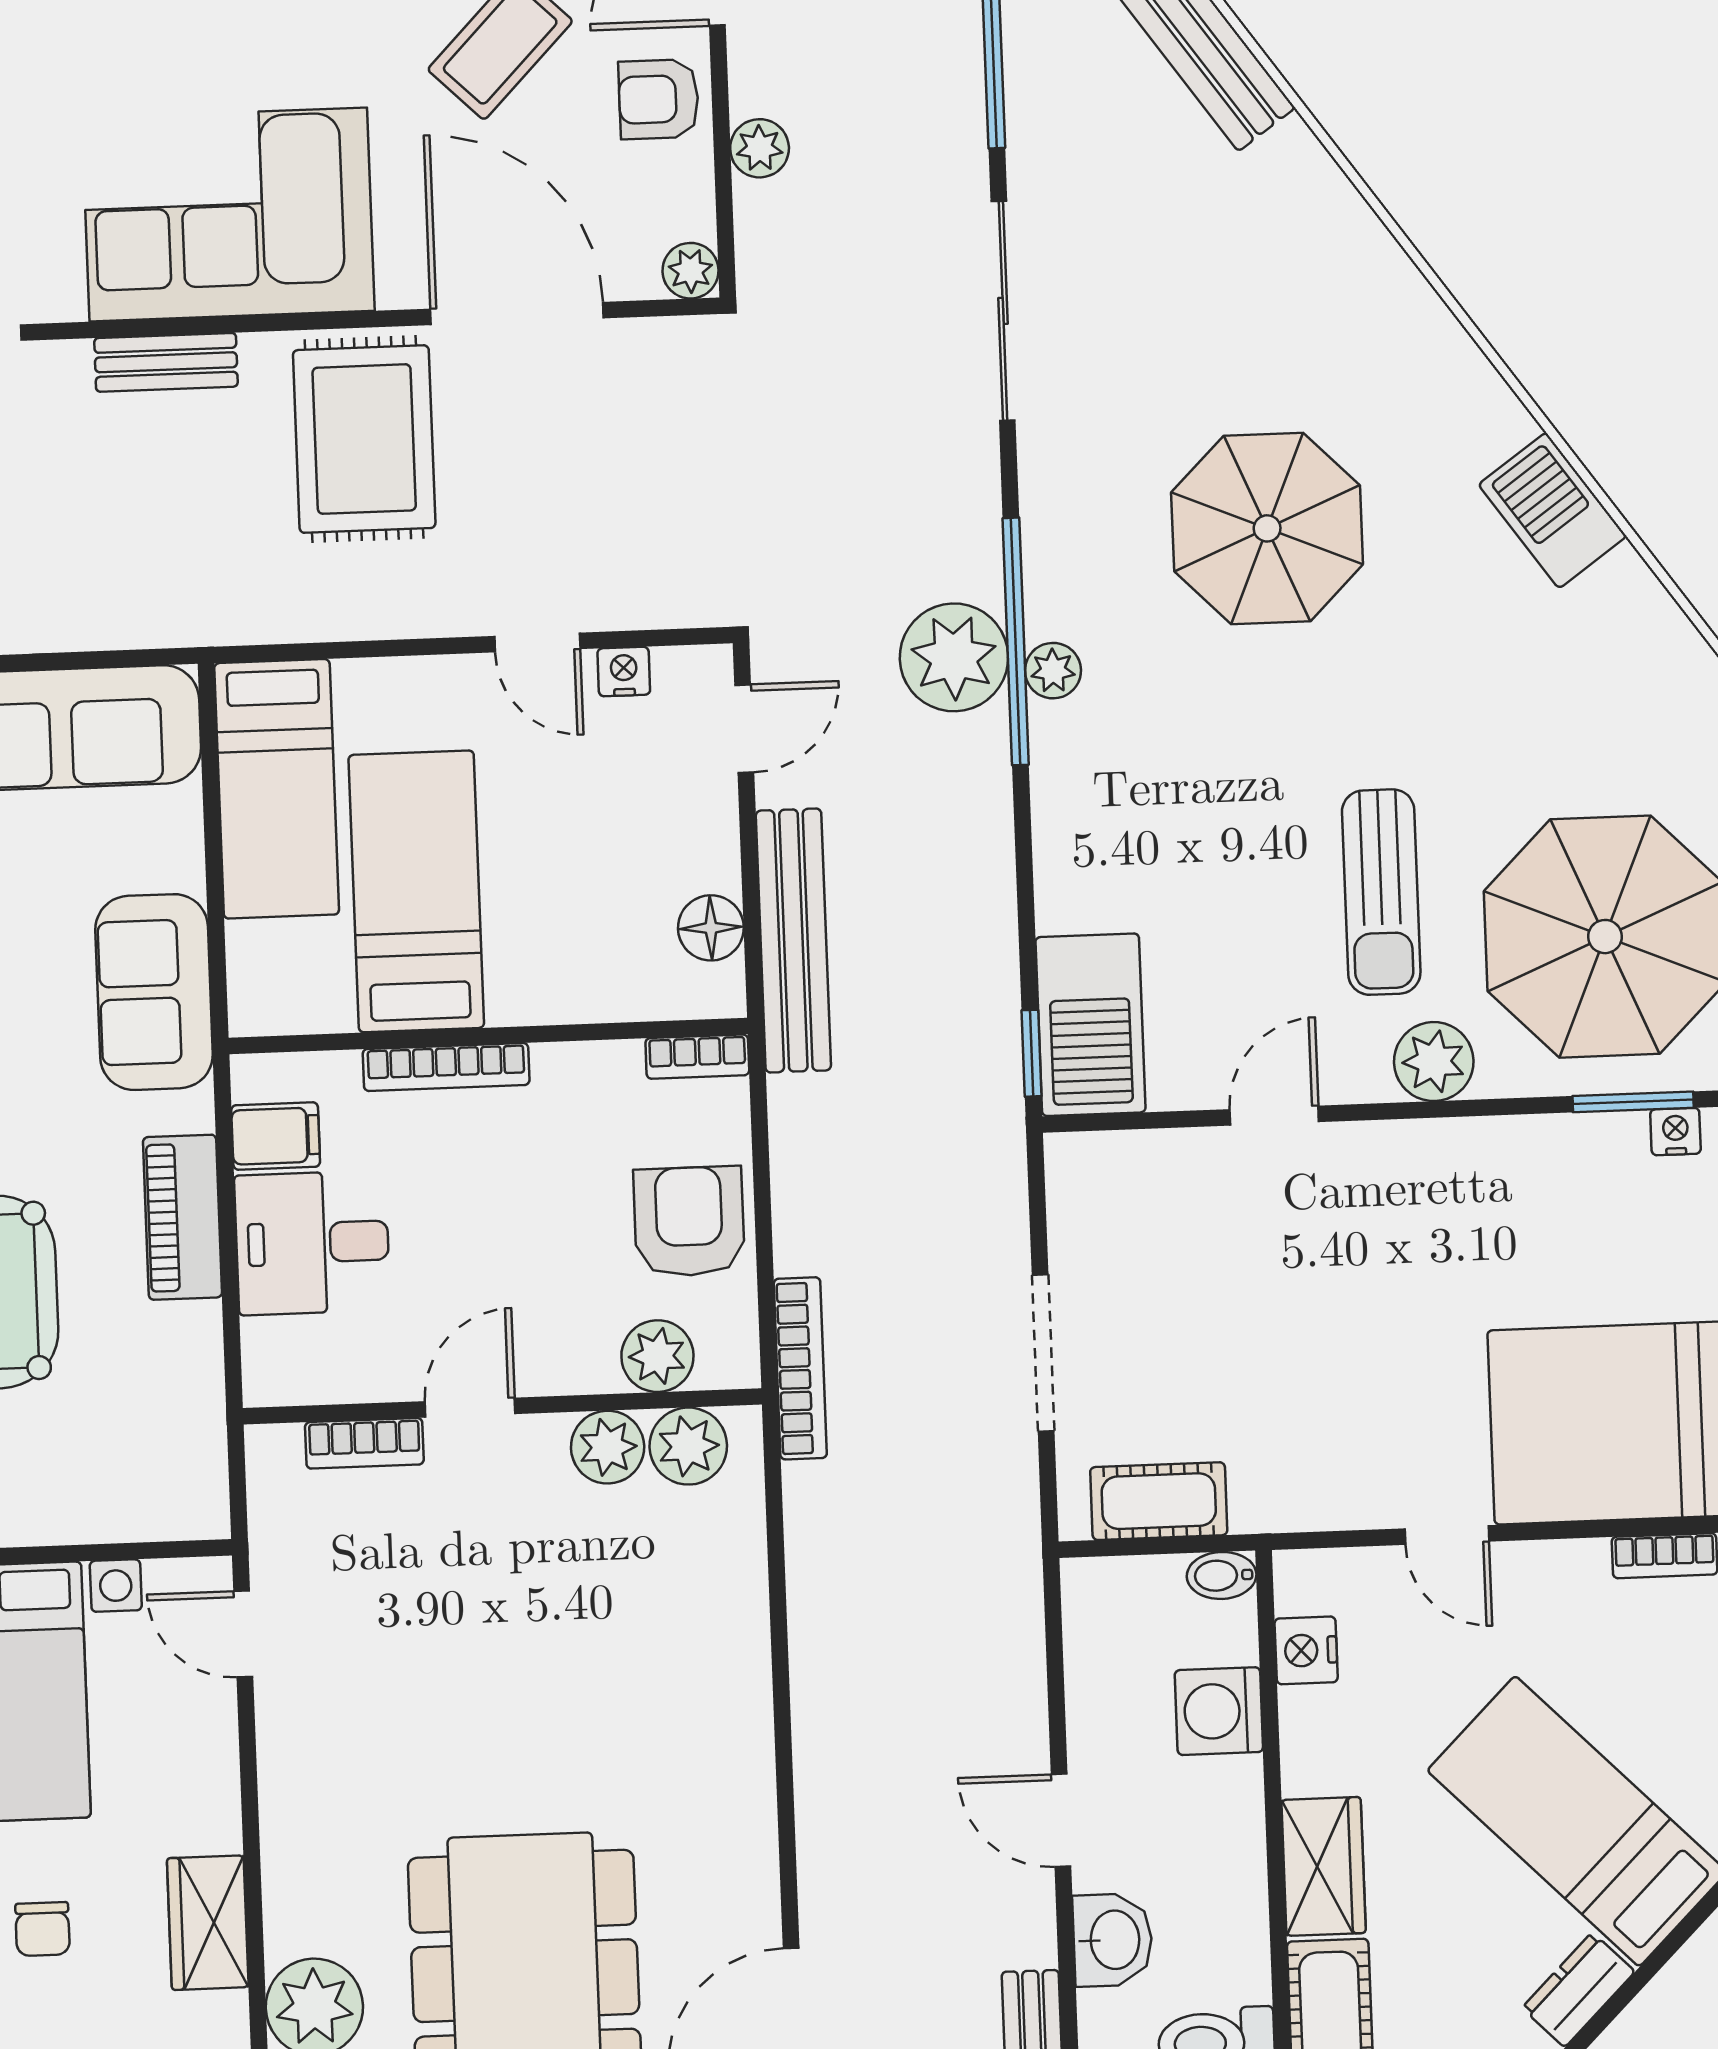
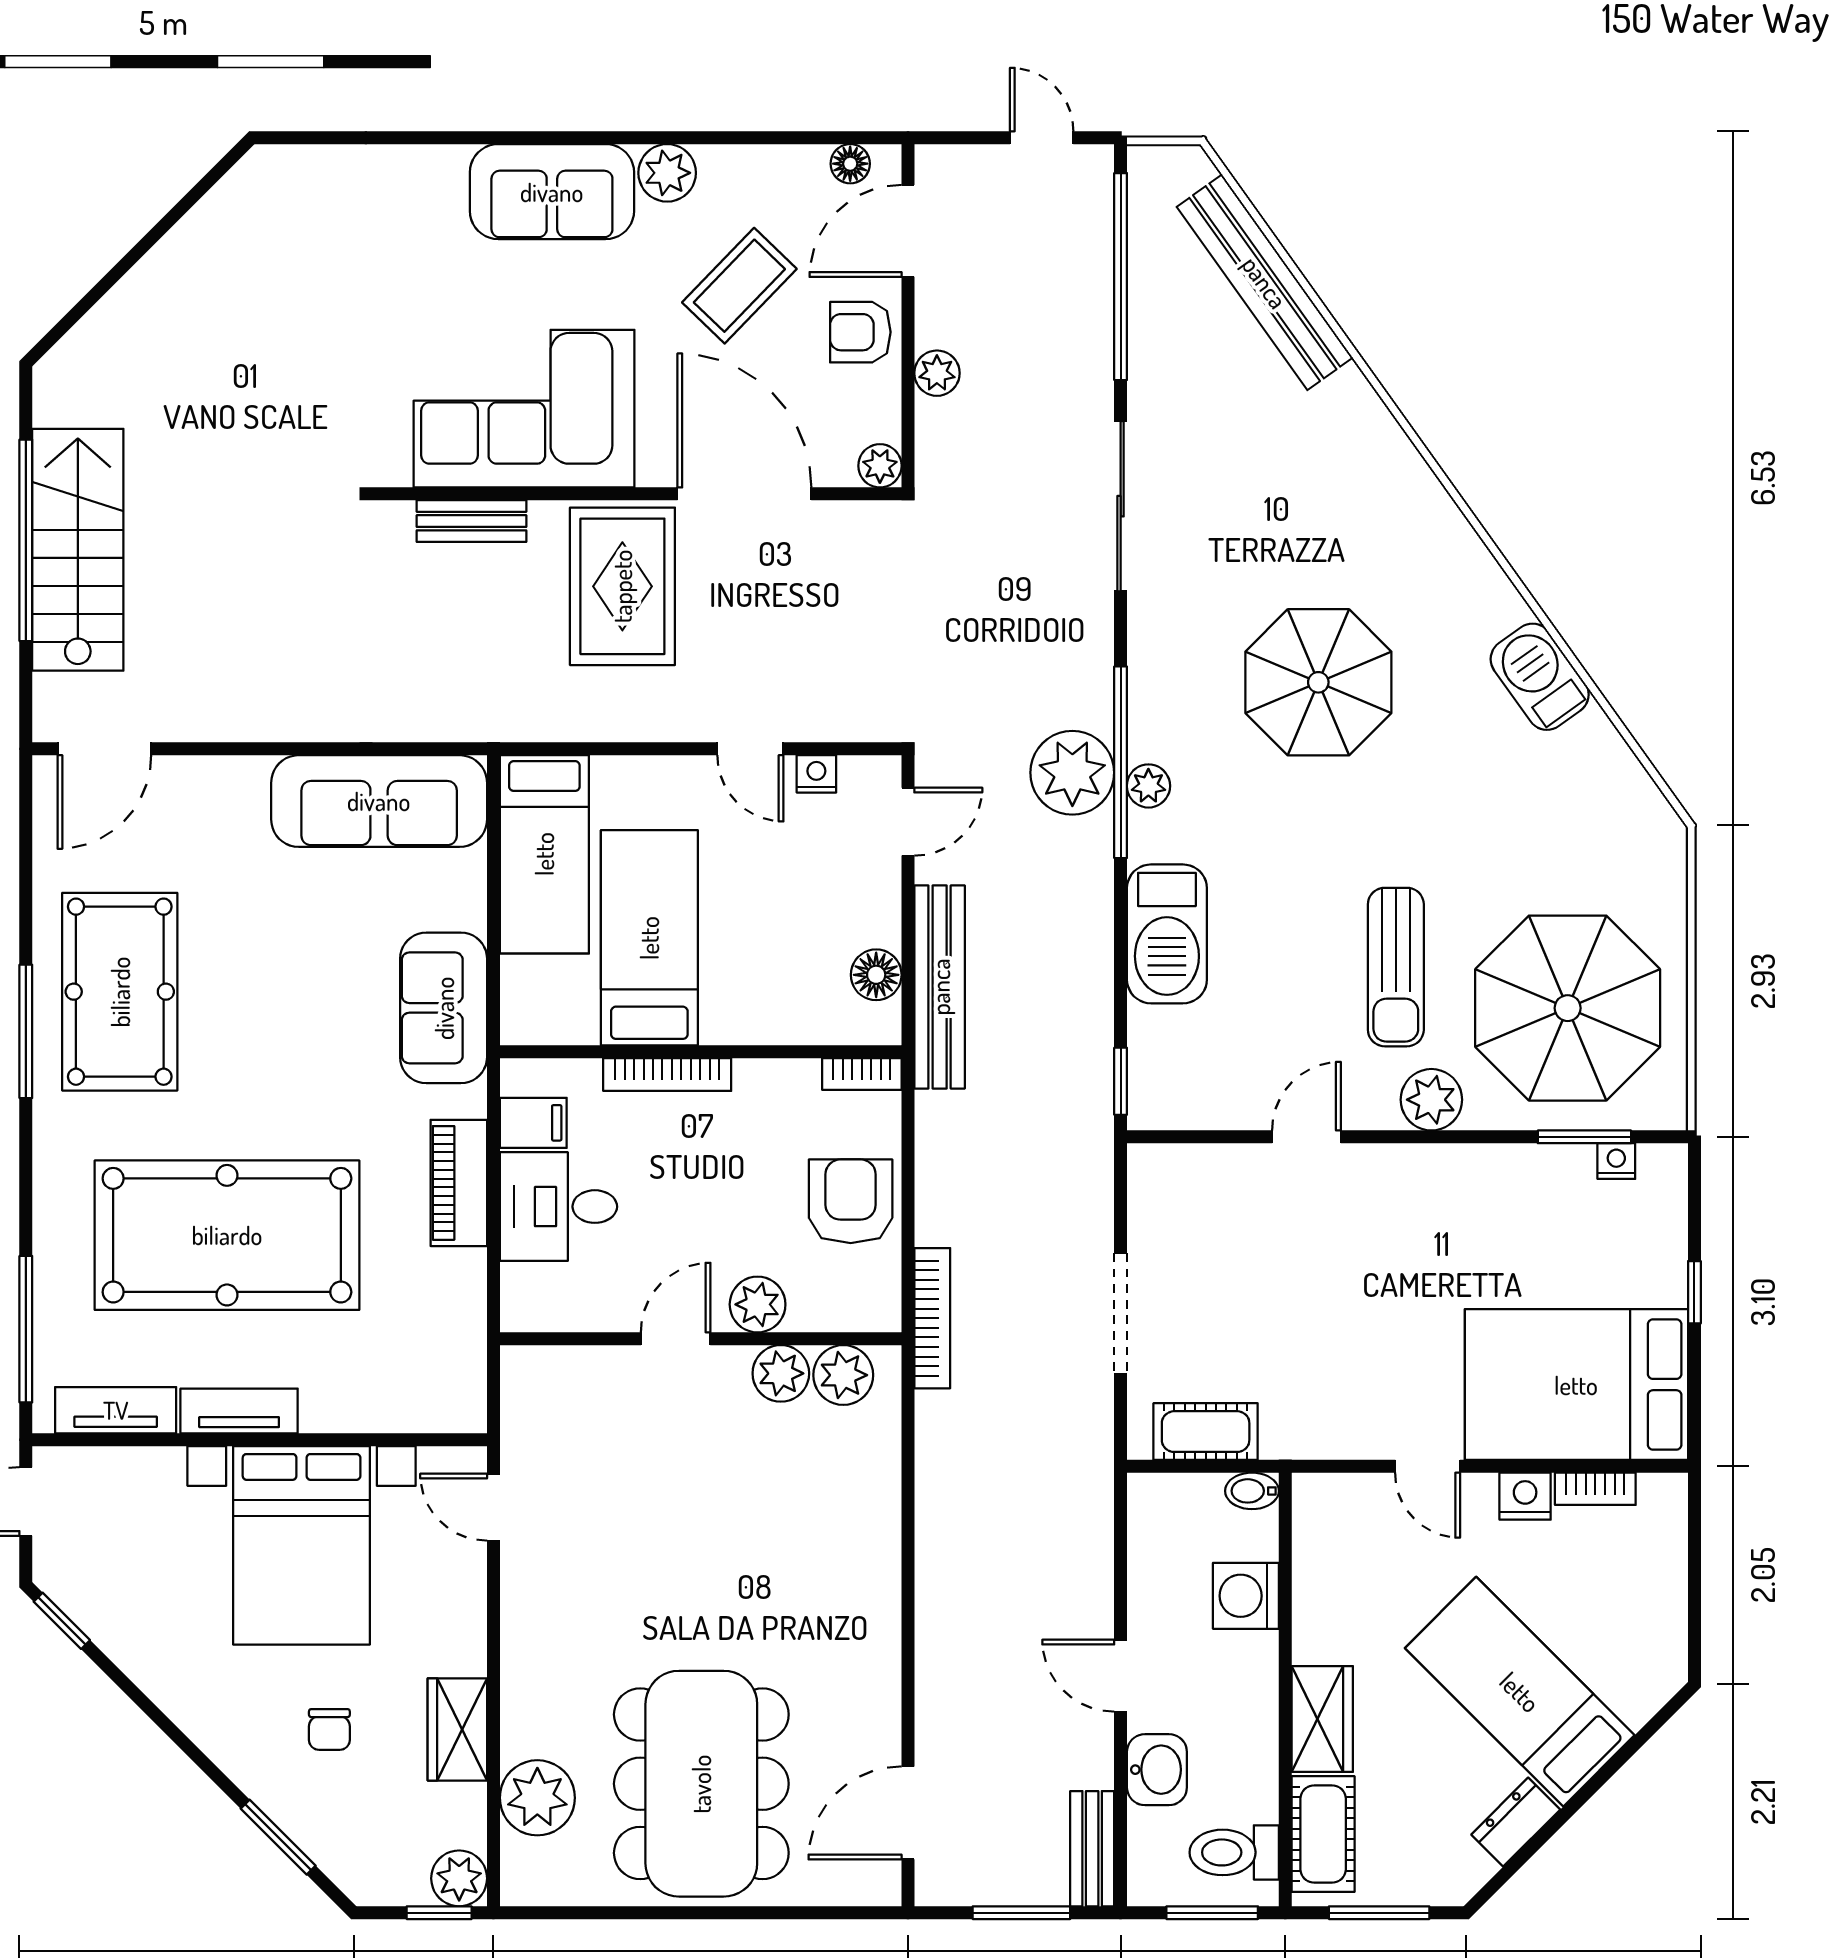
barbecue: (1090, 1025) -> (1167, 934), moved
plant: (657, 1356) -> (758, 1304), moved
bookcase: (364, 1443) -> (593, 1363), removed
nightstand: (1306, 1650) -> (1525, 1496), moved, turned 90

